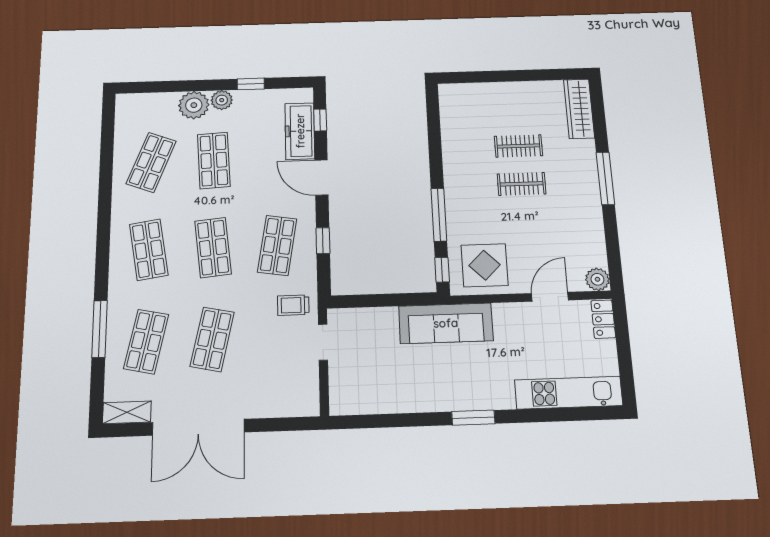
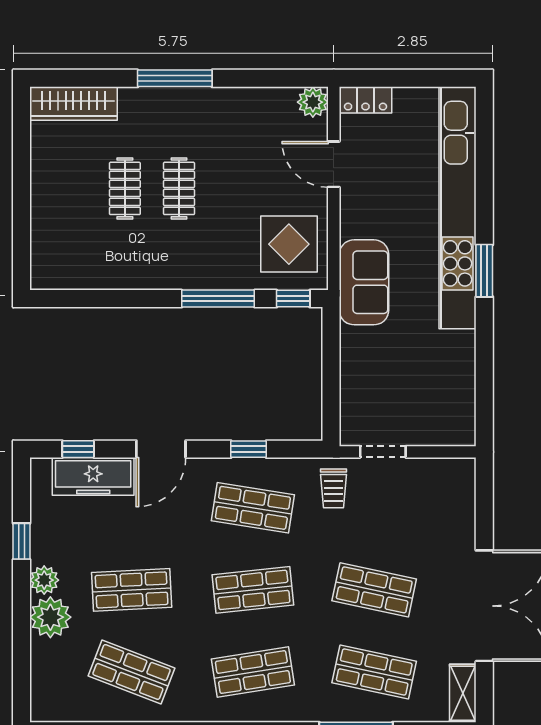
sofa: (446, 323) -> (364, 282), width x0.73
kitchen unit: (569, 393) -> (458, 208), width x1.86

